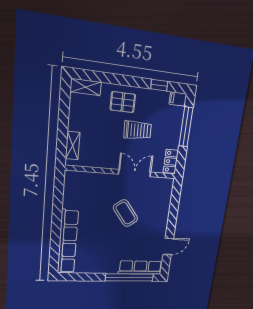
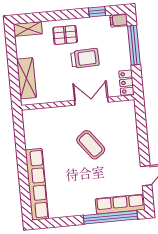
shelving: (73, 146) -> (27, 78), width x1.50, depth x1.33

